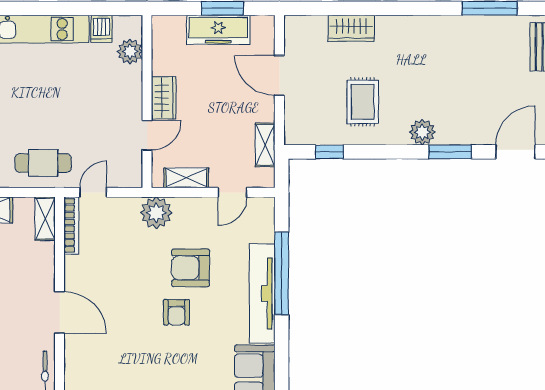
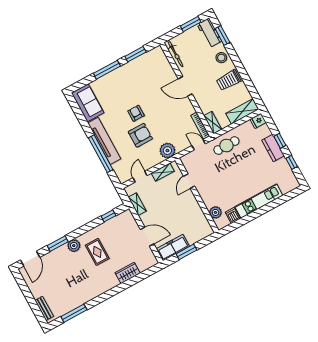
freezer: (218, 30) -> (173, 248), moved
wardrobe: (164, 98) -> (191, 201), removed
rug: (363, 102) -> (97, 252), moved
door: (93, 192) -> (199, 145), swing flipped

